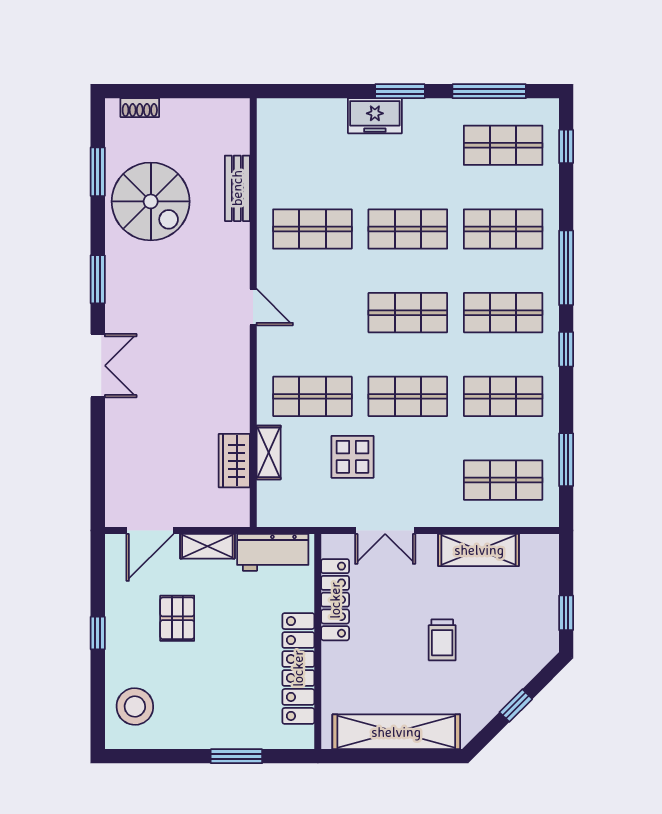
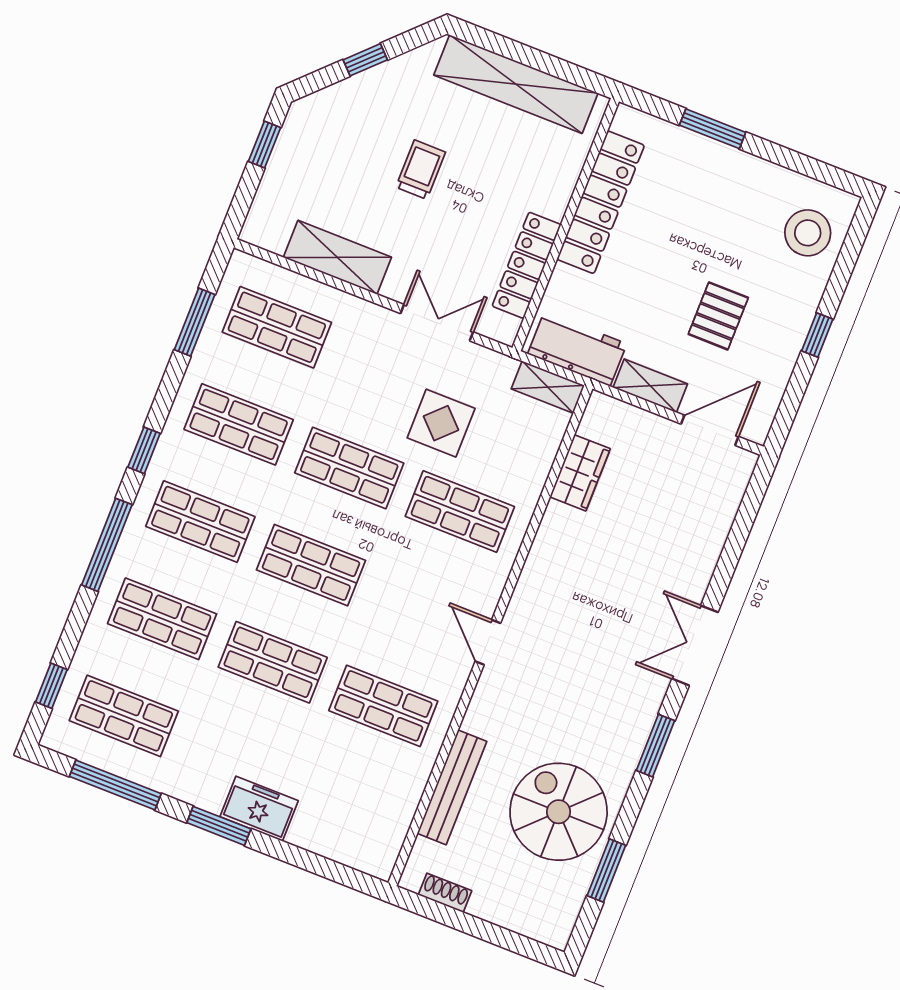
shoe rack: (140, 108) -> (445, 893), moved
bench: (237, 188) -> (452, 787), width x1.36
shelving: (269, 452) -> (548, 387), moved, turned 90

